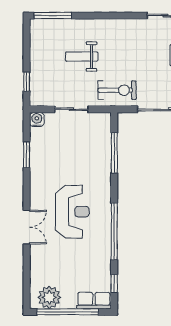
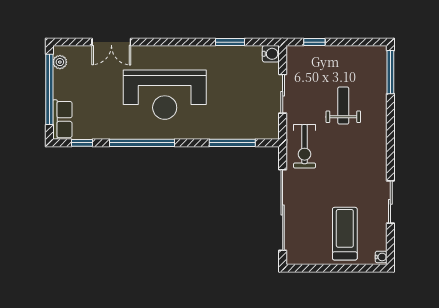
reception desk: (72, 212) -> (165, 95), width x1.36, depth x1.30
double door: (27, 227) -> (111, 42), moved
plant: (49, 297) -> (60, 62), width x0.53, depth x0.53

